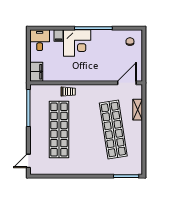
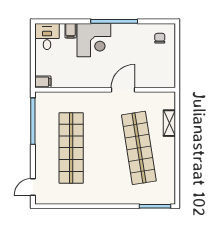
filing cabinet: (36, 72) -> (43, 82), width x0.50
door: (127, 83) -> (123, 90), moved
trolley: (68, 92) -> (83, 101), removed

